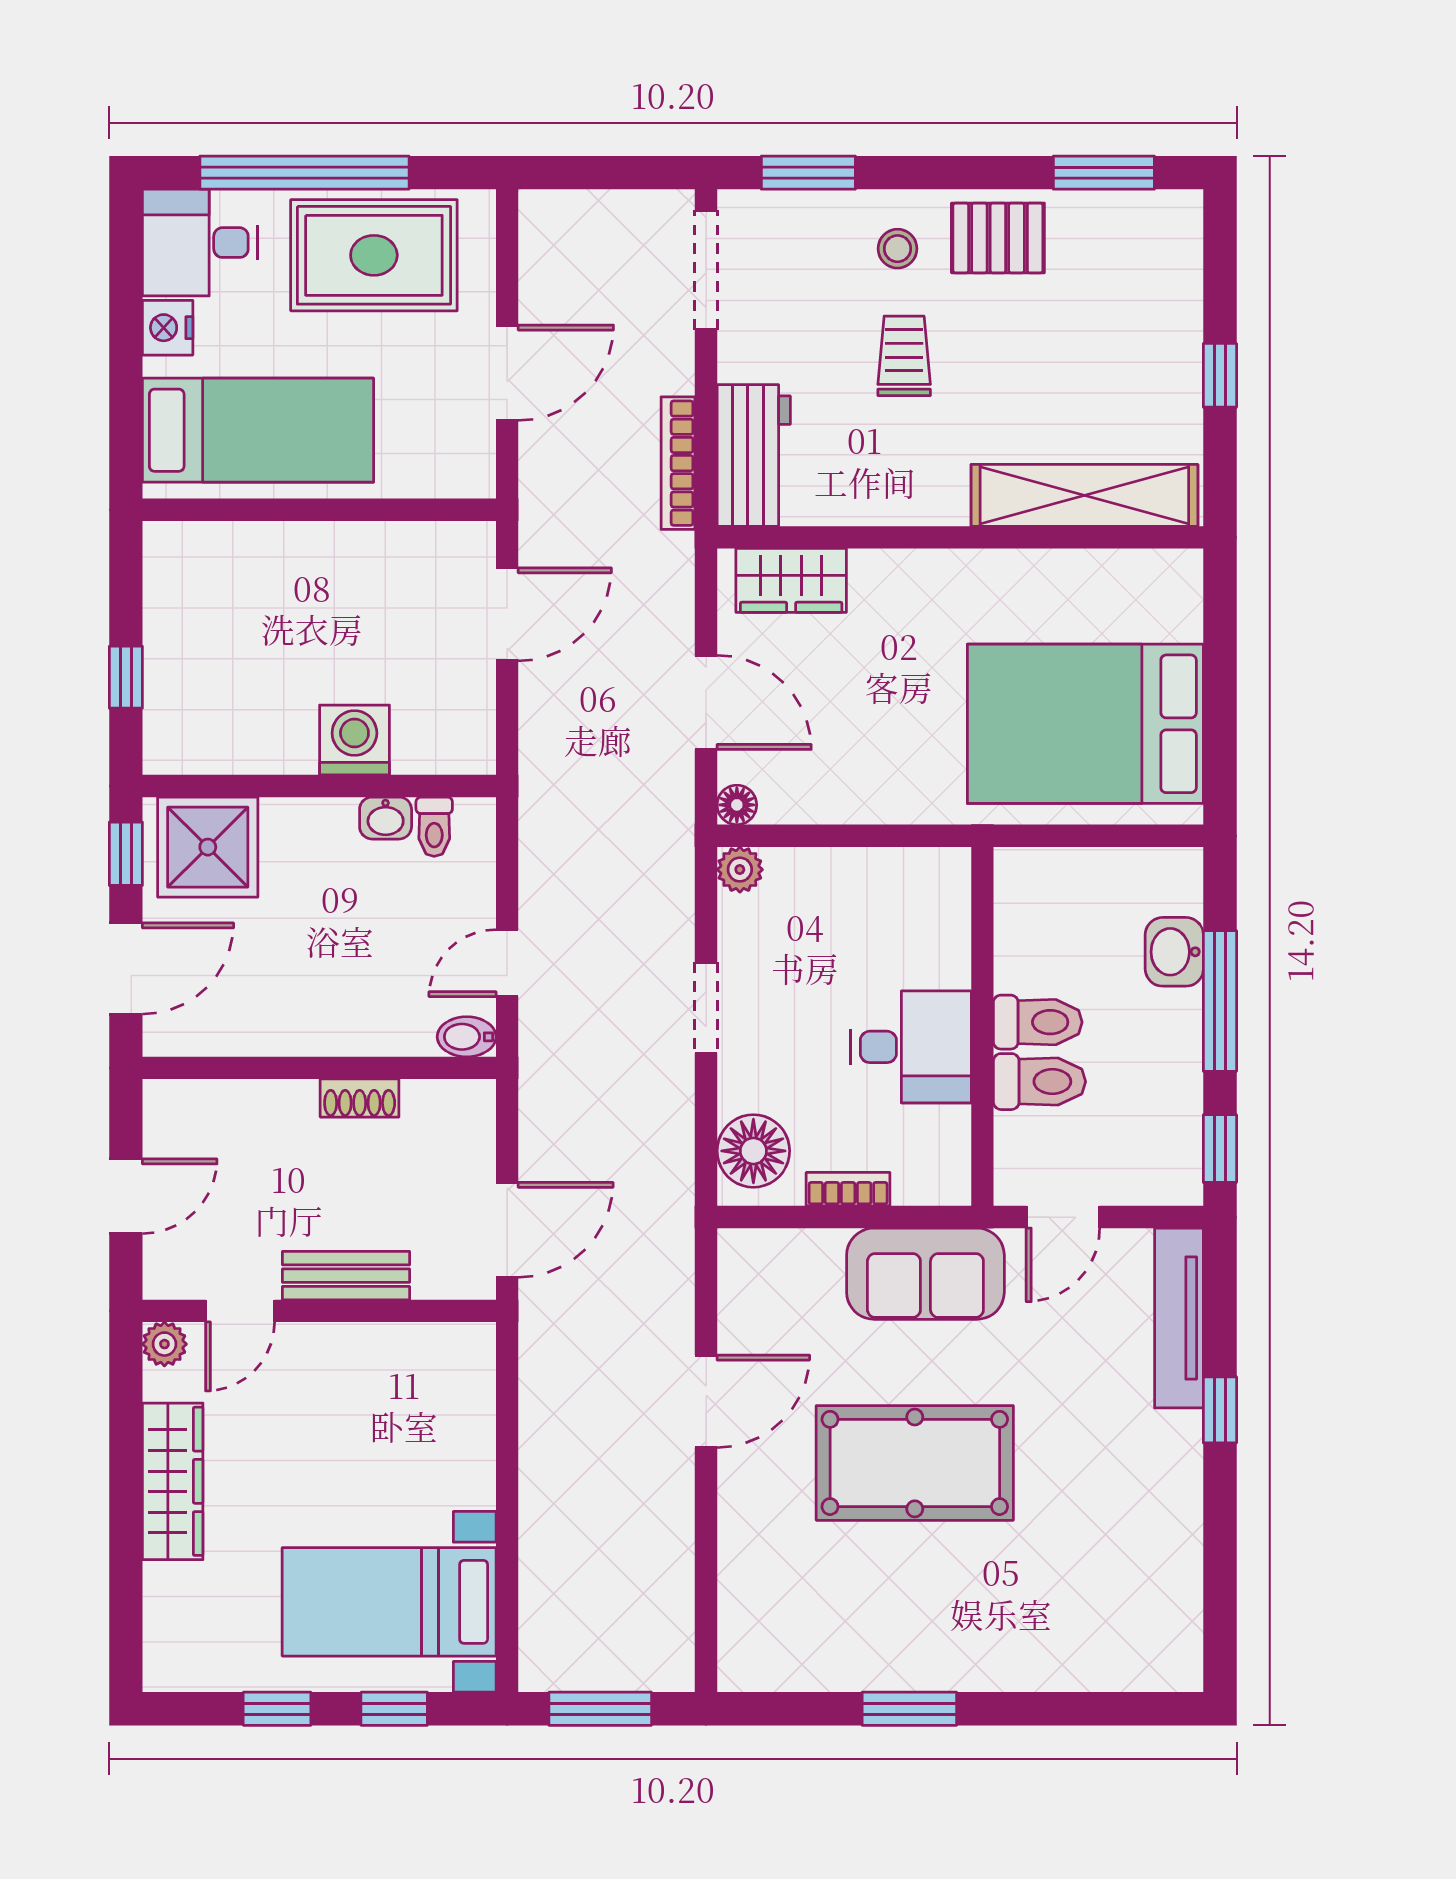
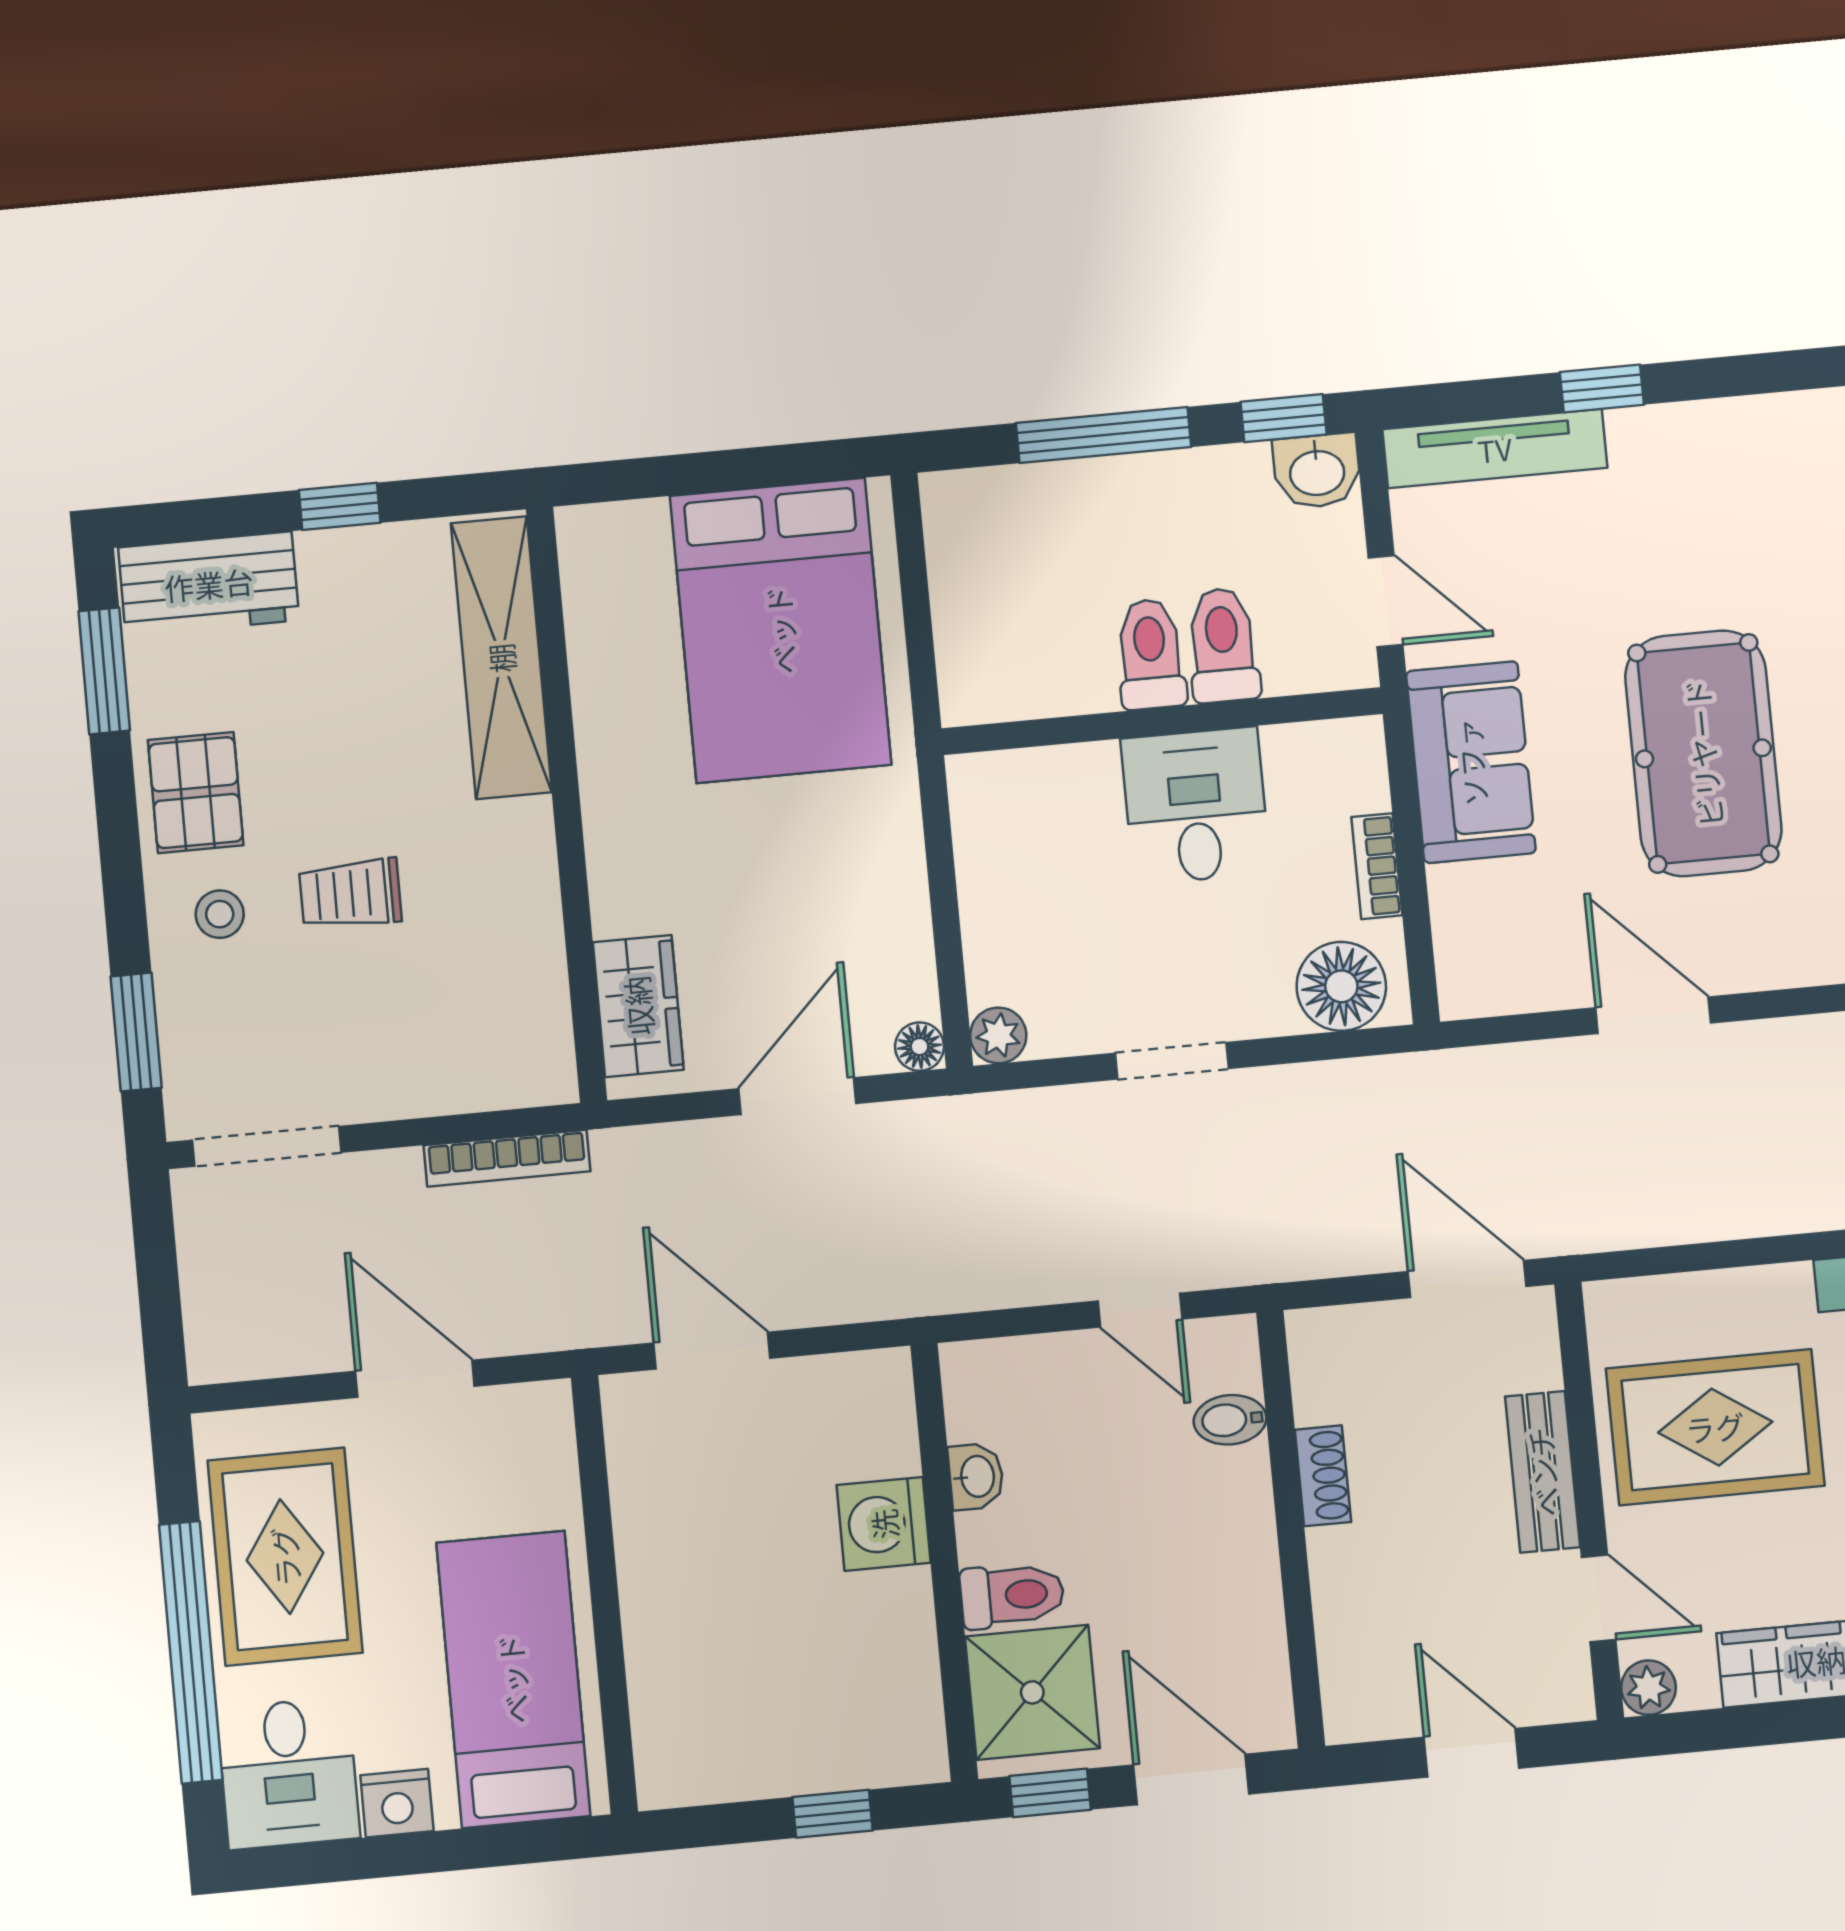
workbench: (754, 455) -> (209, 584), moved, turned 180
toilet: (434, 827) -> (1012, 1595), moved, width x1.37, depth x1.39
washbasin: (1174, 952) -> (1317, 471), moved
bidet: (467, 1037) -> (1230, 1420), moved, turned 90
rug: (369, 1419) -> (1715, 1427), added

